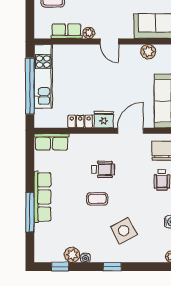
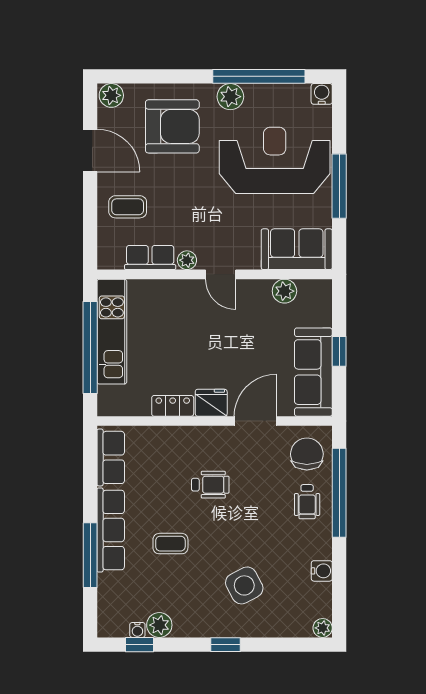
row of seats: (52, 142) -> (111, 457), moved, turned -90
coffee table: (97, 199) -> (170, 544), moved
water cooler: (85, 258) -> (137, 630), moved

